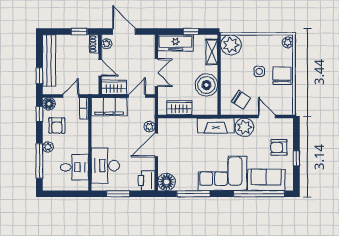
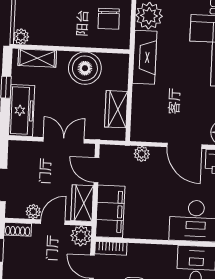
plant: (107, 44) -> (33, 212), moved
plant: (231, 45) -> (21, 37), width x0.53, depth x0.53
plant: (92, 87) -> (81, 236), added
chair: (241, 100) -> (109, 19), turned 146
door: (156, 145) -> (184, 146), moved

